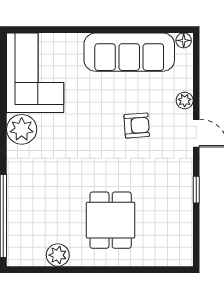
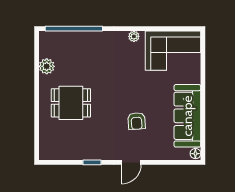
plant: (185, 101) -> (154, 154), removed
plant: (22, 129) -> (134, 36), width x0.53, depth x0.53

